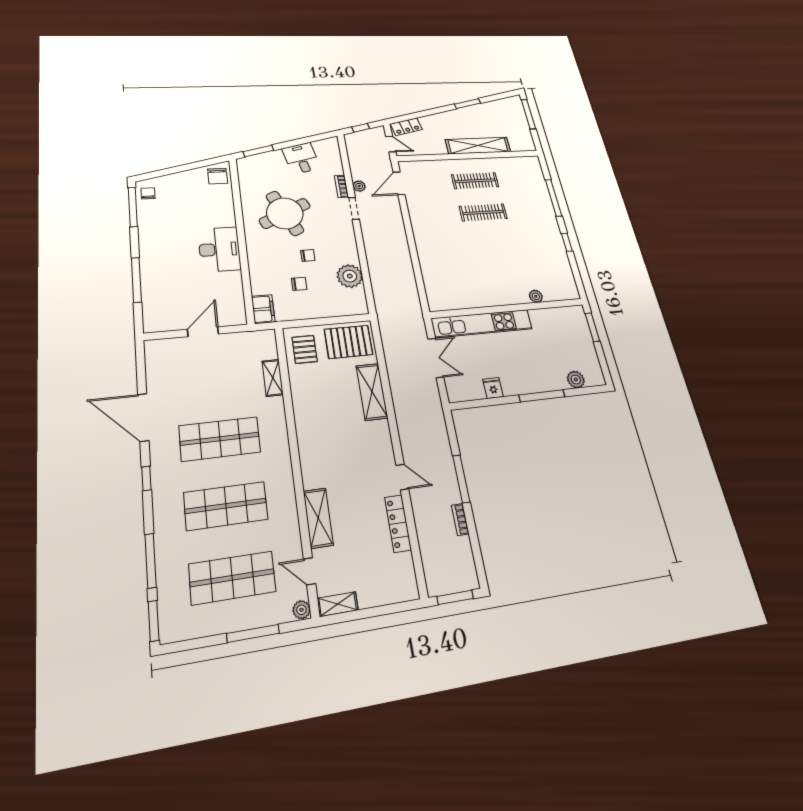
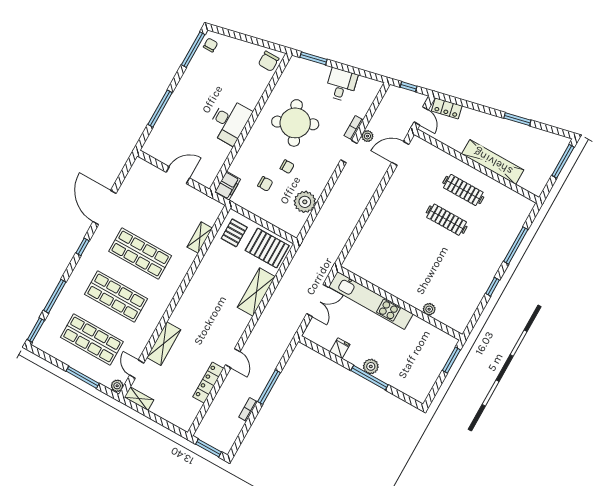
plant: (576, 380) -> (371, 366), moved

